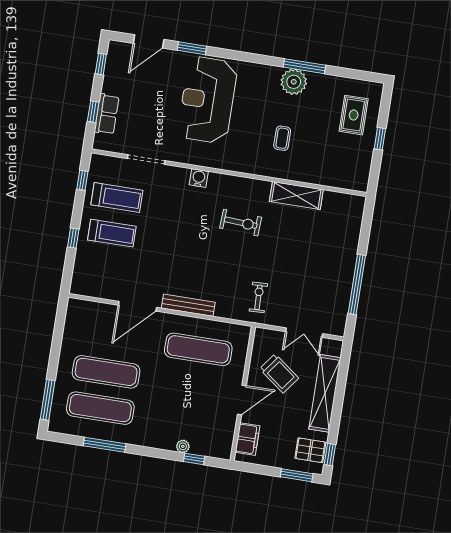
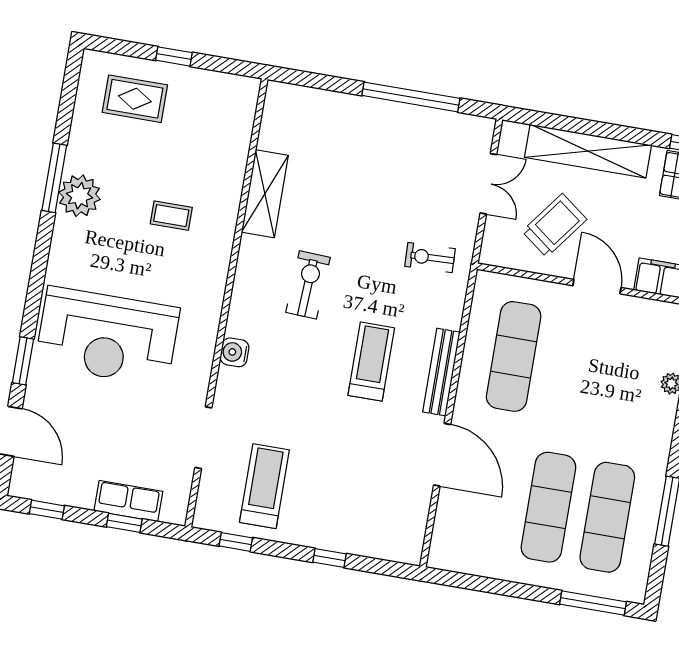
treadmill: (112, 233) -> (371, 362), moved

